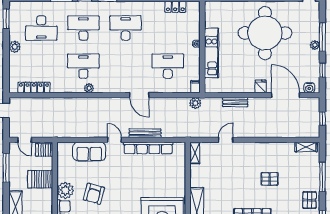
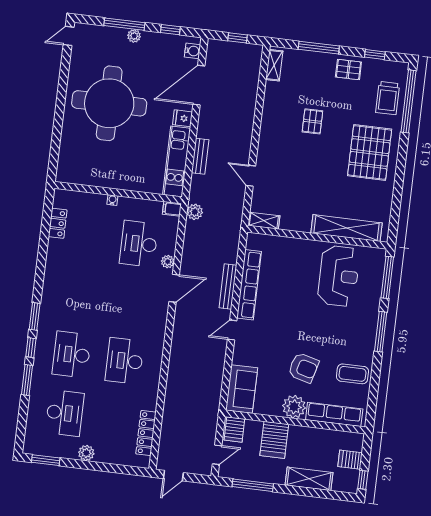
desk: (126, 28) -> (79, 296), removed
kitchen unit: (212, 53) -> (177, 162), moved, turned -90
plant: (89, 88) -> (168, 262), moved
sofa: (89, 152) -> (242, 389), moved

